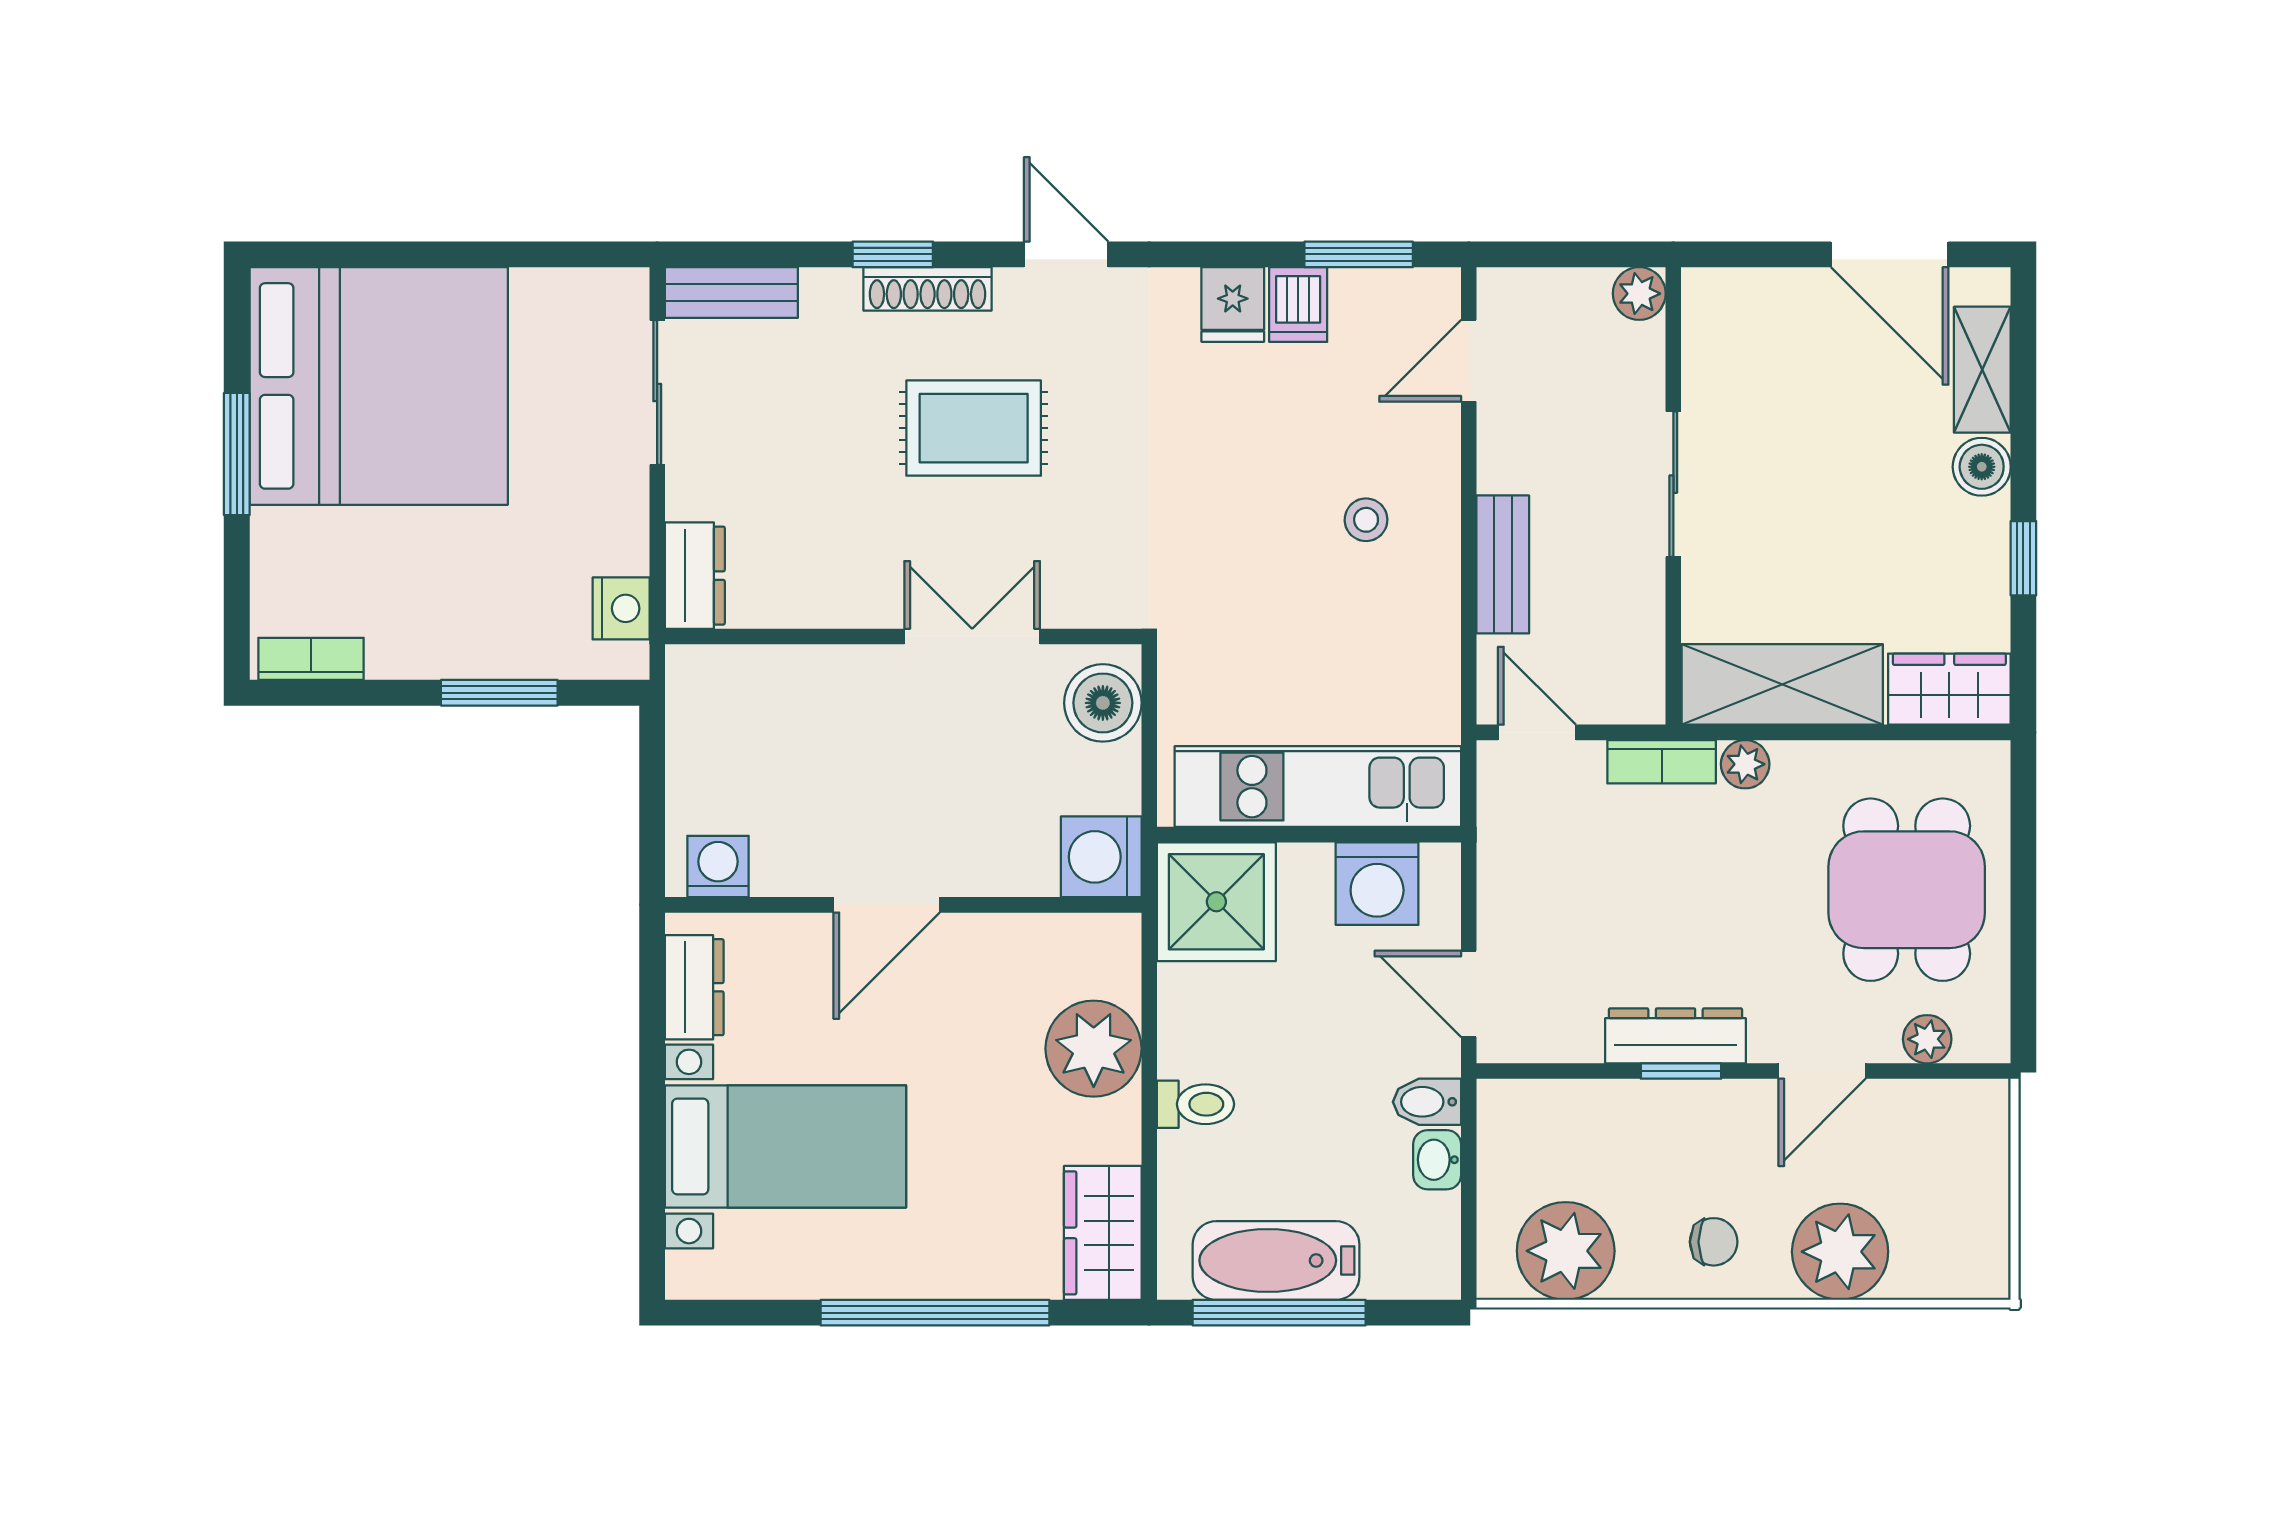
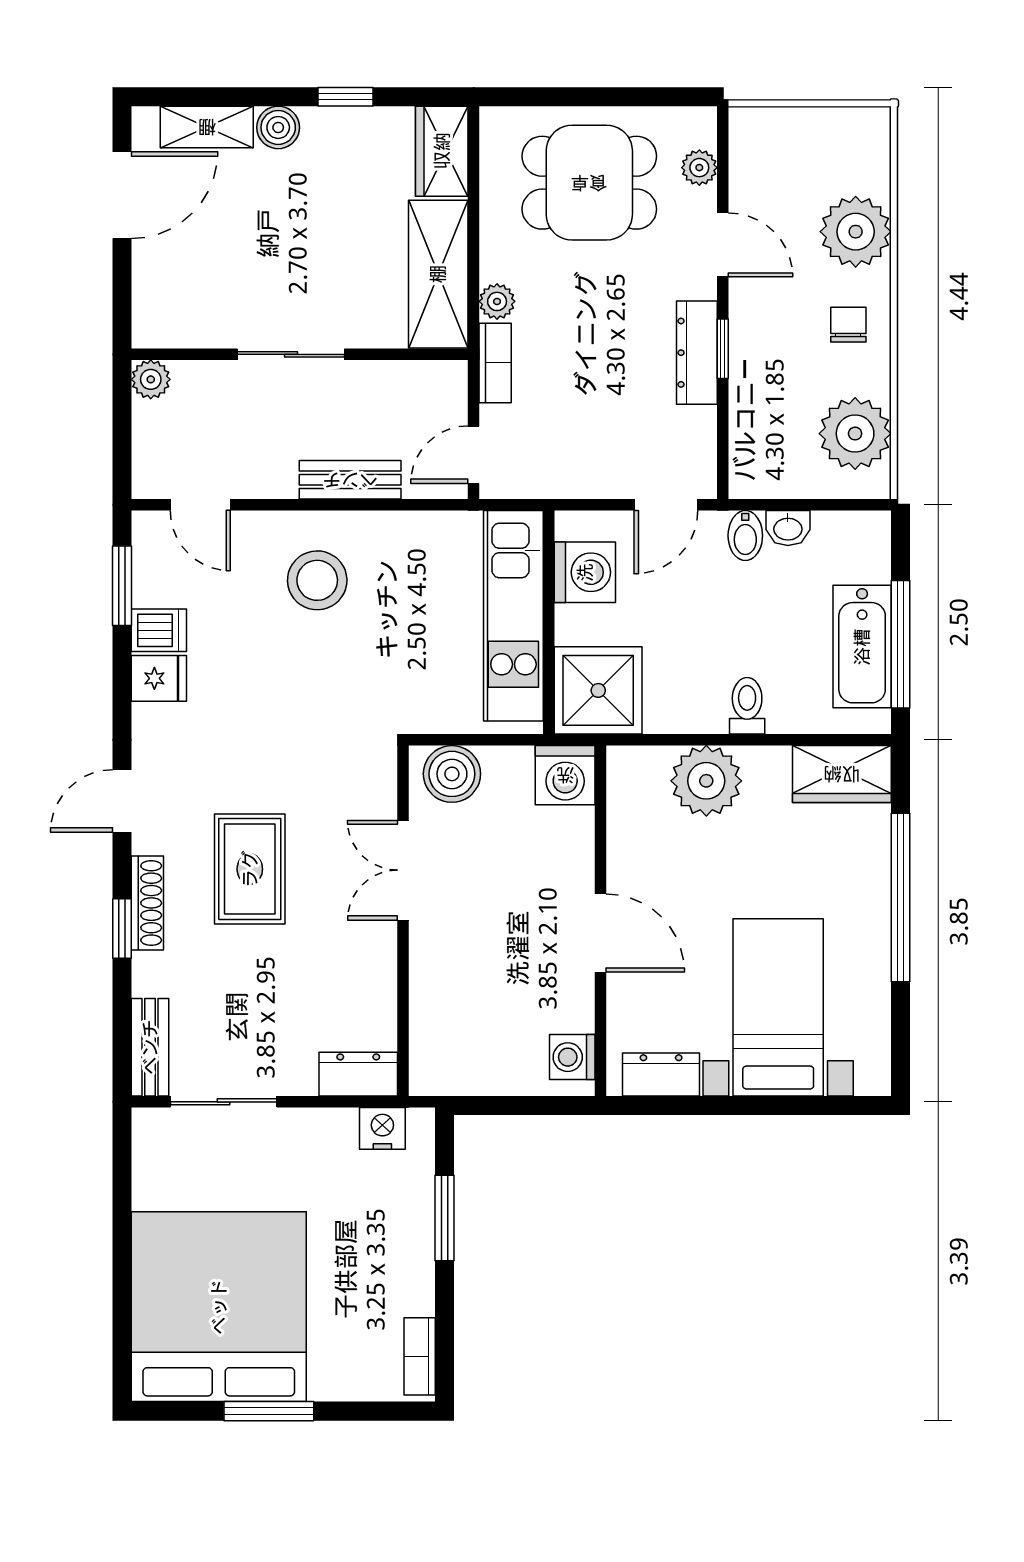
stool: (1366, 520) -> (317, 580), width x1.89, depth x1.89

